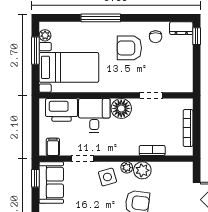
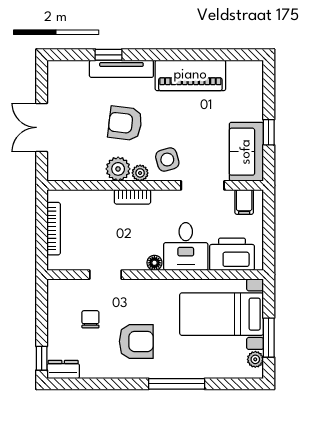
chair: (156, 37) -> (90, 319), moved
floor lamp: (121, 108) -> (154, 263), width x0.53, depth x0.53
bookcase: (152, 151) -> (132, 197), moved
doorway: (82, 159) -> (203, 185), width x1.38
window: (35, 178) -> (269, 132), moved

